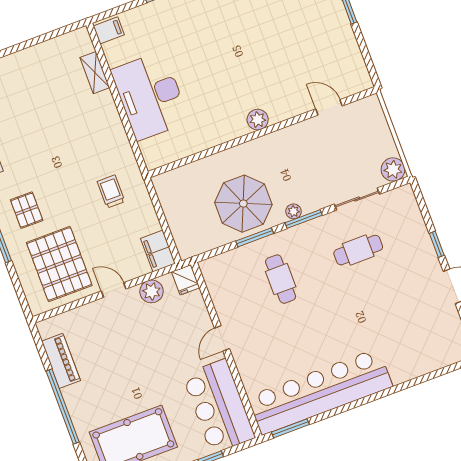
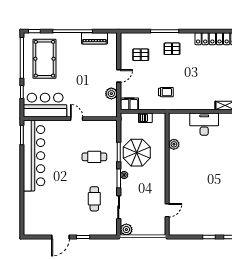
desk: (150, 96) -> (204, 124), width x0.73, depth x0.77
plant: (258, 120) -> (174, 144), moved
barbecue: (173, 212) -> (145, 118), added
pallet: (59, 264) -> (141, 55), width x0.49, depth x0.50
fridge: (186, 280) -> (111, 112), removed

